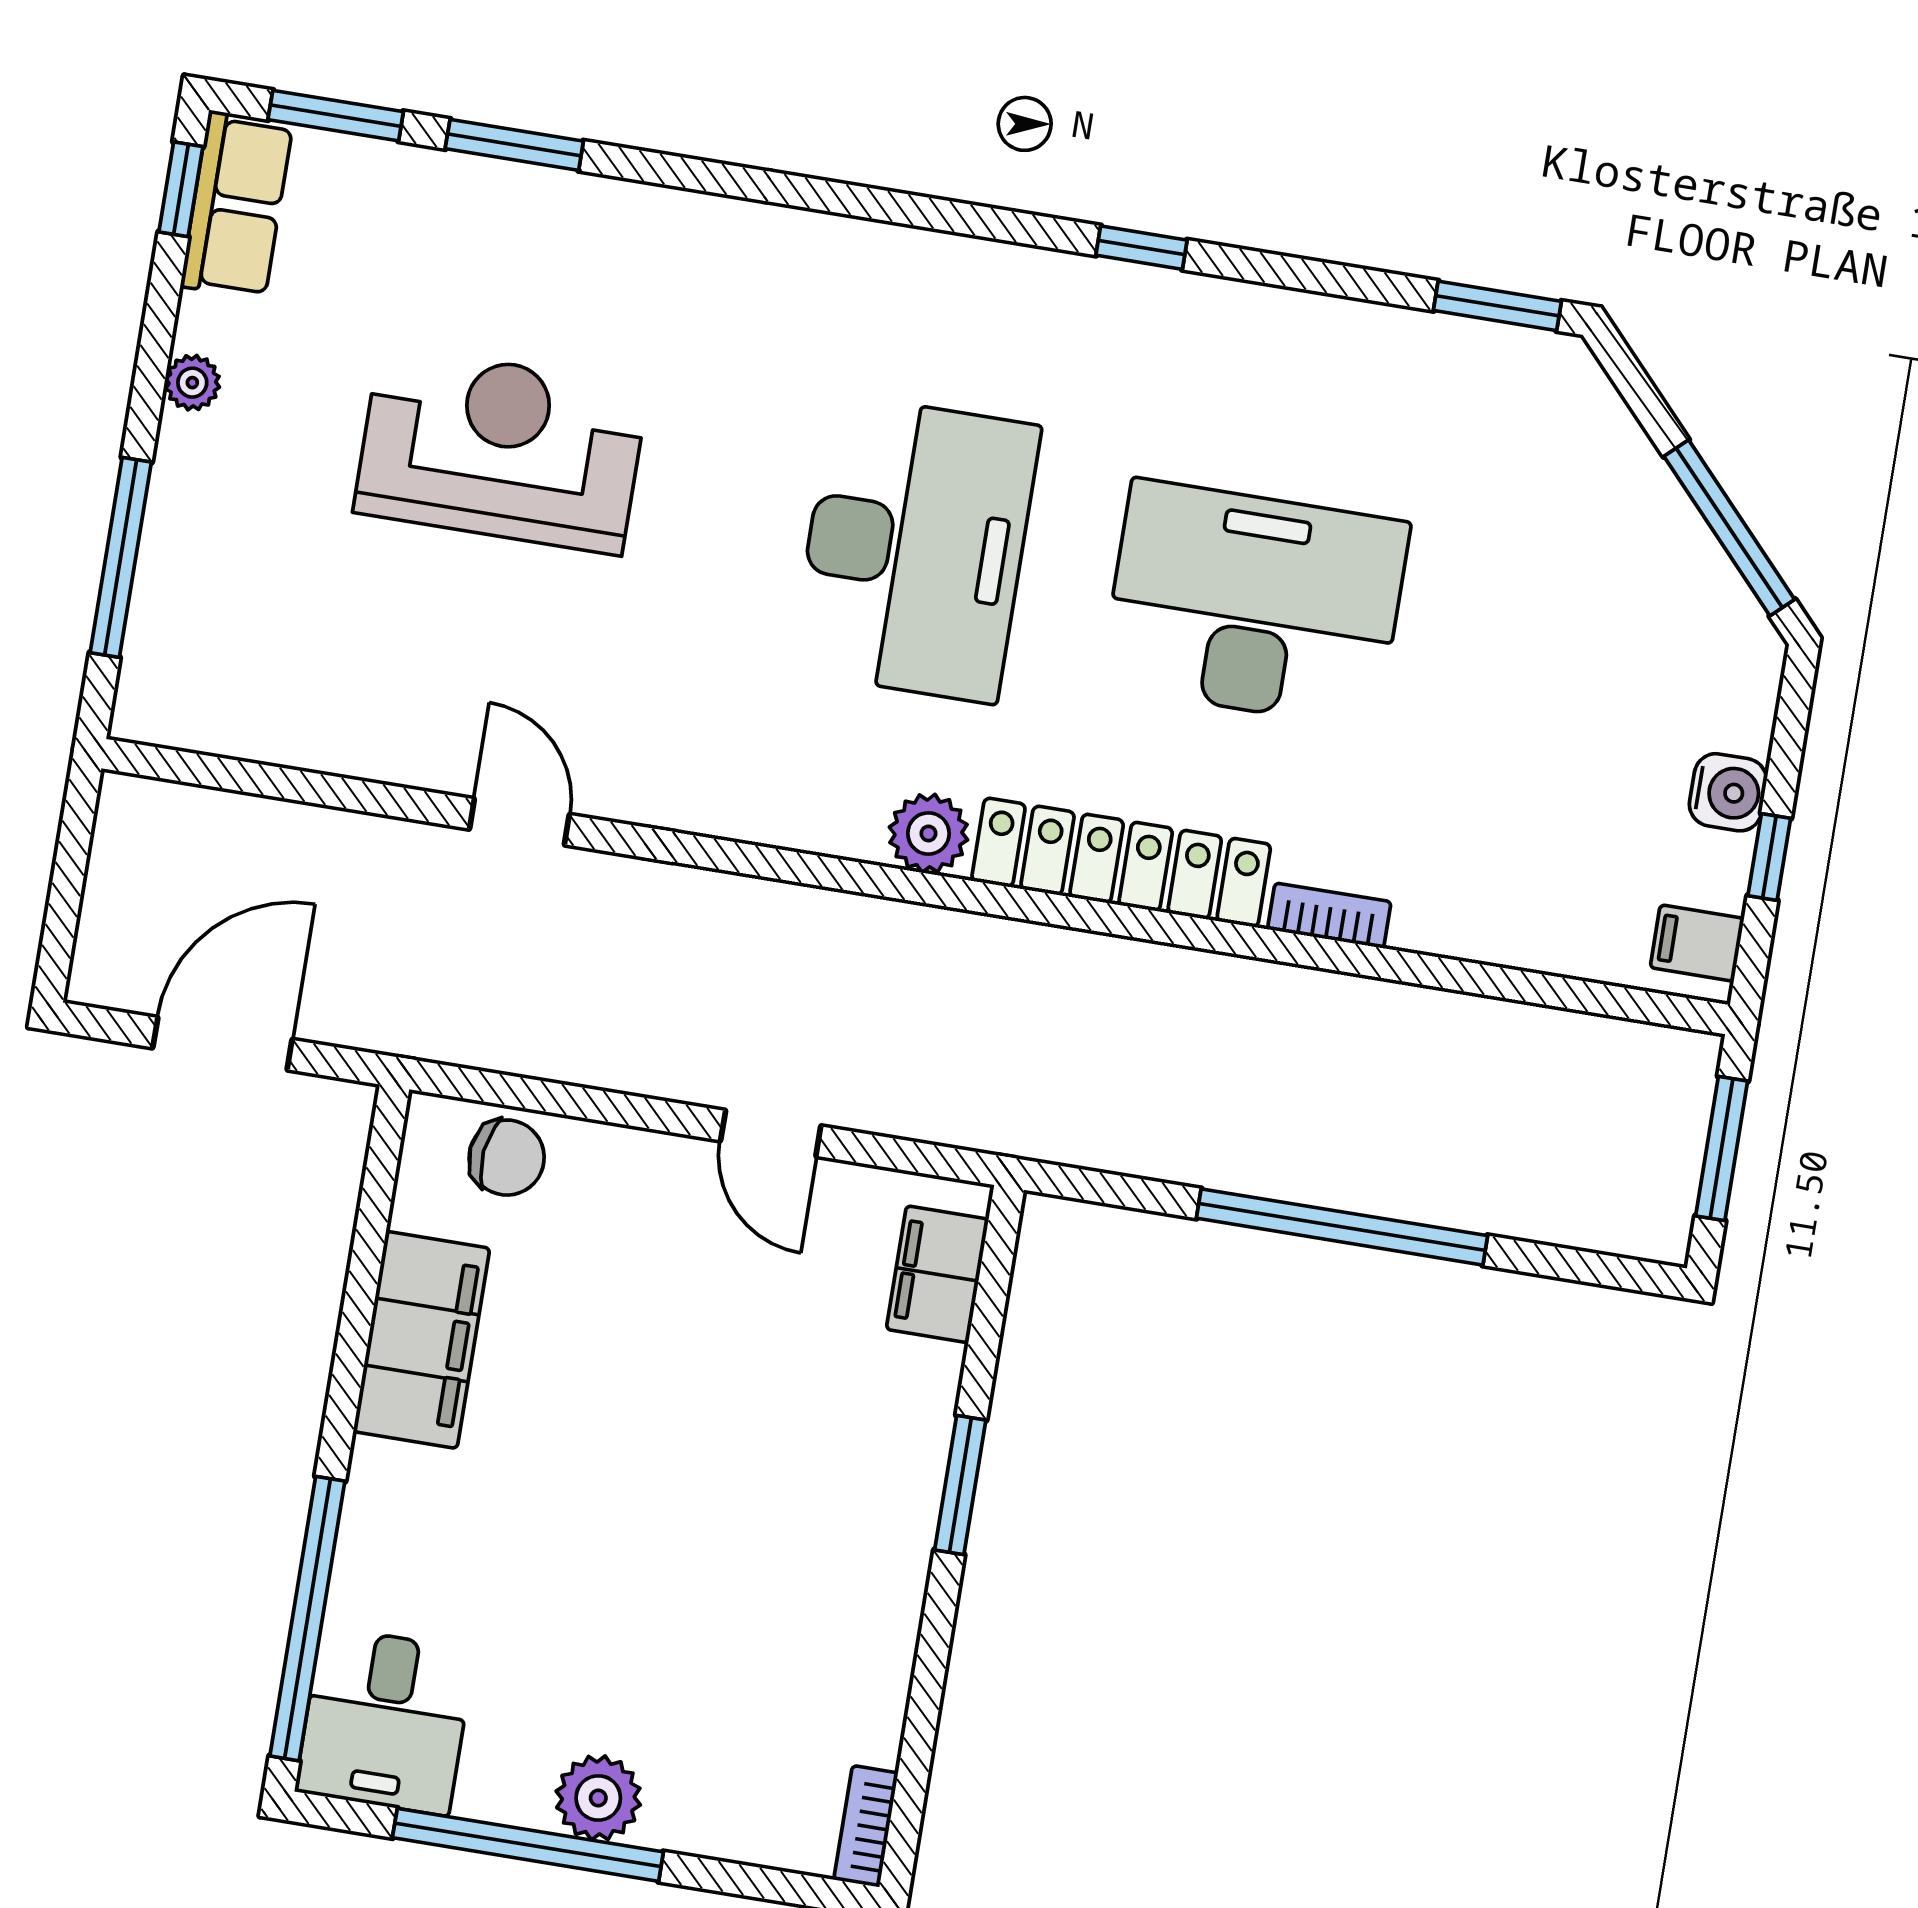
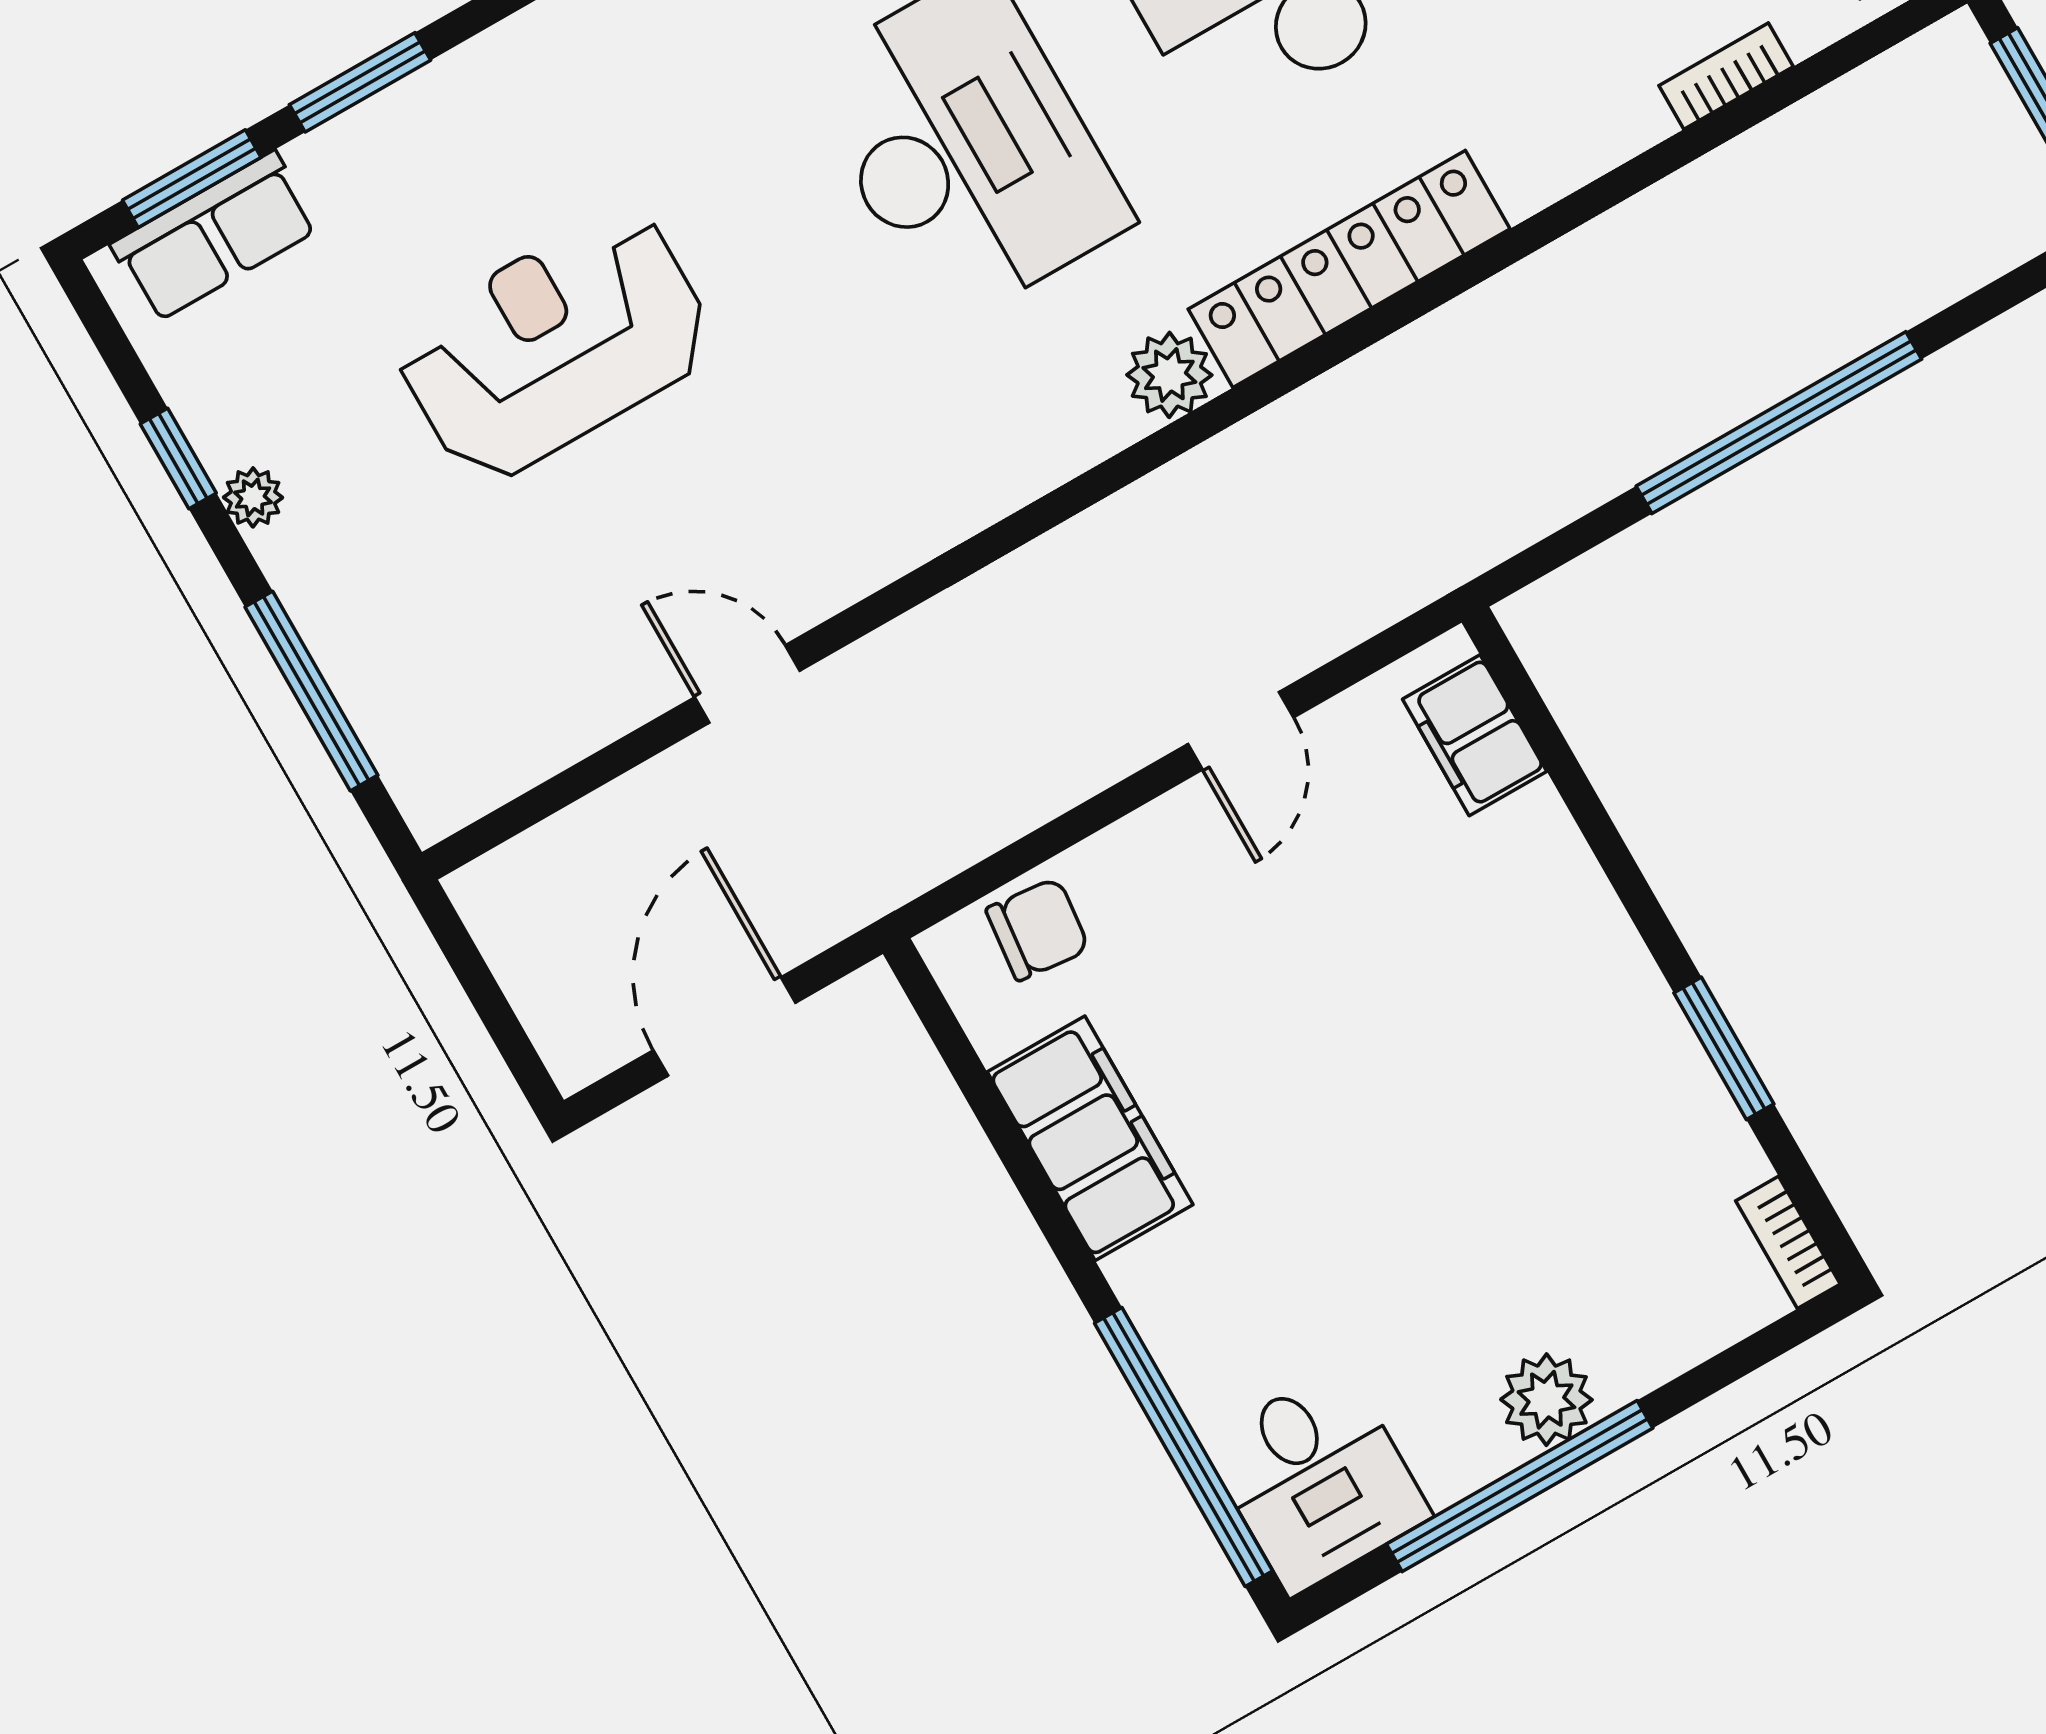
window: (181, 189) -> (178, 458), moved
row of seats: (237, 205) -> (215, 237), moved, turned 90
door: (519, 822) -> (747, 684), moved
bookcase: (1329, 916) -> (1726, 76), moved
door: (771, 1133) -> (1241, 731), hinge flipped
window: (960, 1485) -> (1724, 1048), moved

